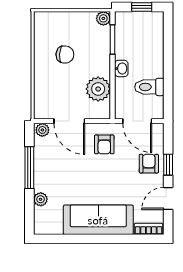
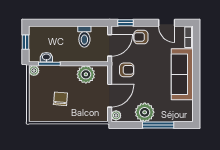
washbasin: (121, 68) -> (46, 57), moved
window: (168, 165) -> (125, 23), moved
window: (29, 168) -> (158, 125), moved
plant: (41, 199) -> (145, 112), moved, width x1.87, depth x1.87

